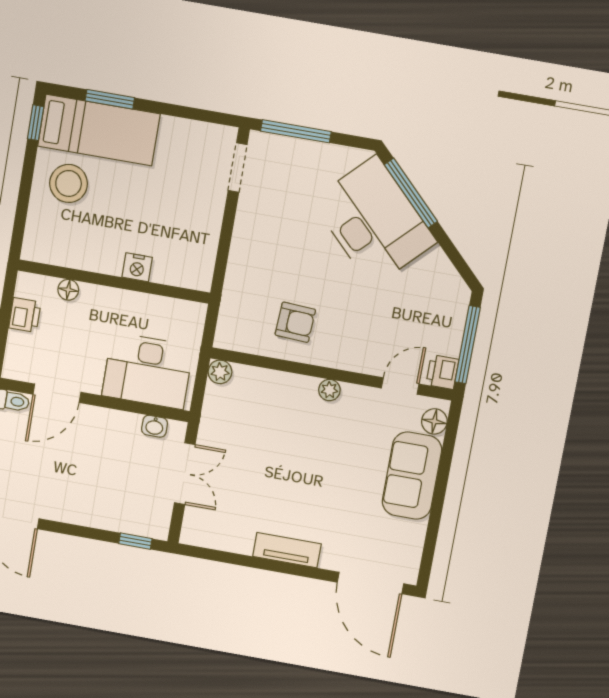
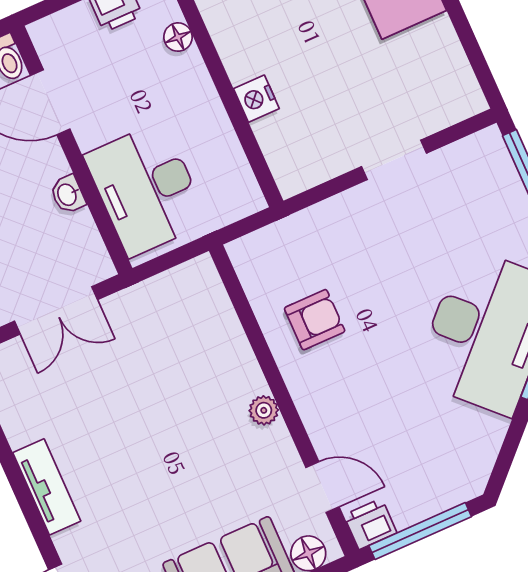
doorway: (238, 167) -> (394, 160), moved
armchair: (295, 322) -> (315, 320), turned -93
plant: (220, 372) -> (201, 272), removed
washbasin: (155, 426) -> (68, 194), moved

